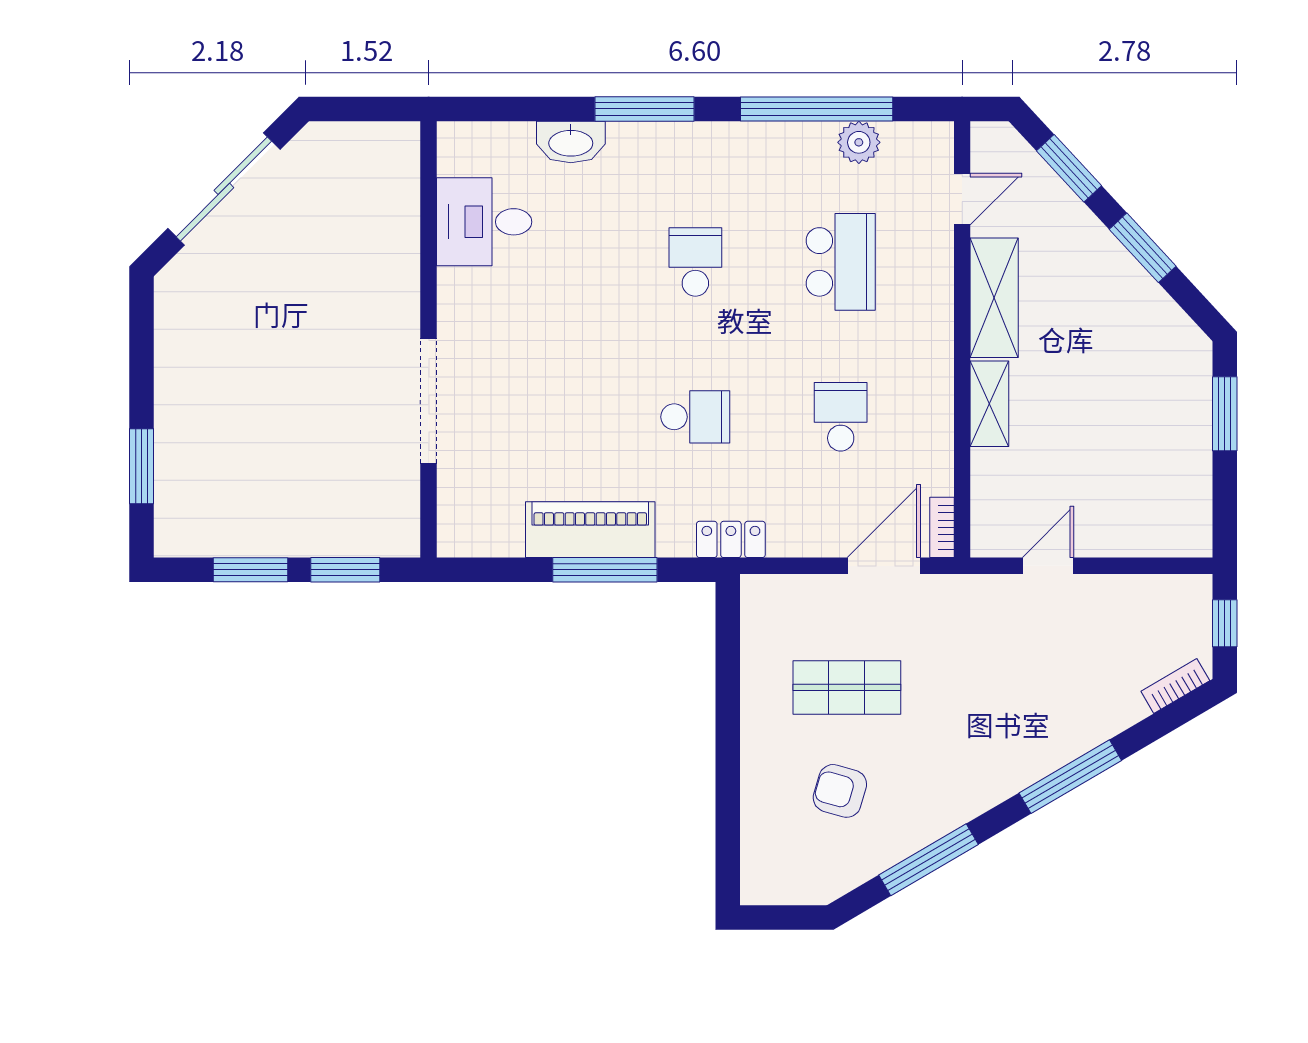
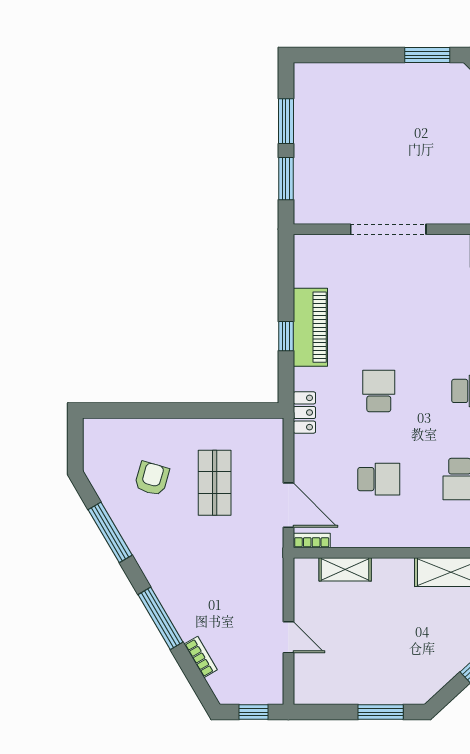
shelving: (989, 404) -> (345, 569), moved
school desk: (695, 417) -> (379, 391), turned 180
window: (142, 466) -> (427, 55), moved
door: (1048, 566) -> (288, 637), moved
window: (605, 570) -> (286, 336), width x0.46
bookcase: (1175, 686) -> (201, 657), moved

